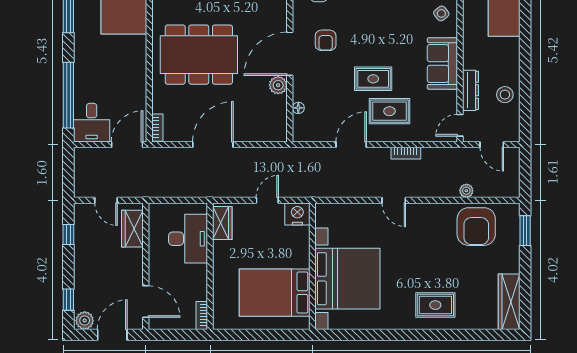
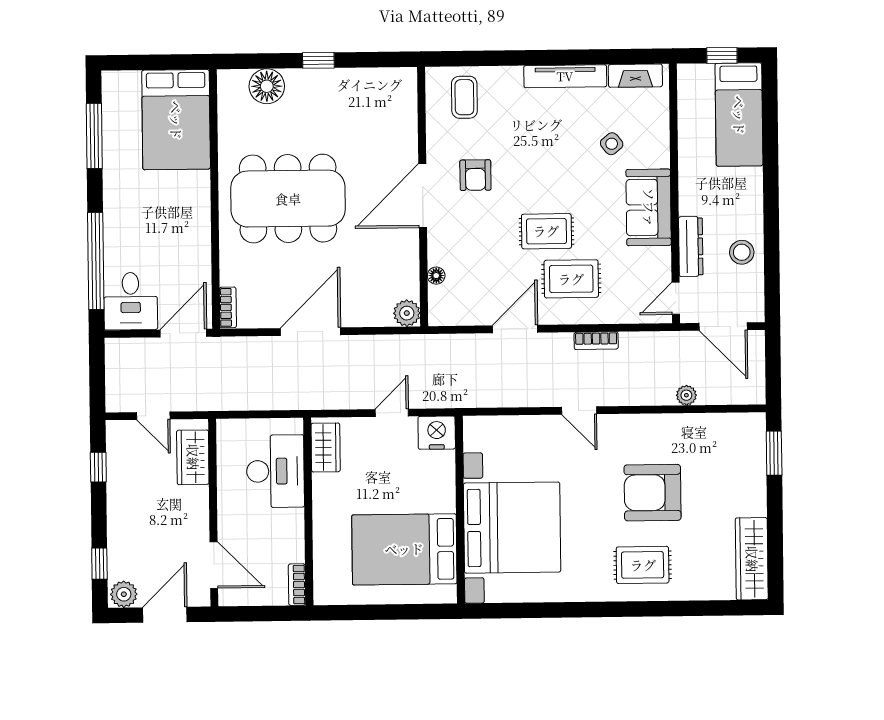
side table: (441, 13) -> (612, 144), moved
plant: (278, 85) -> (407, 313), moved
door: (492, 145) -> (723, 327), width x1.38
armchair: (476, 227) -> (653, 493), moved, turned 90

